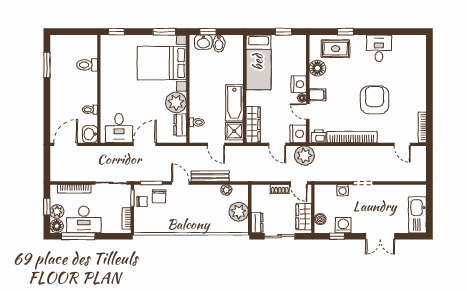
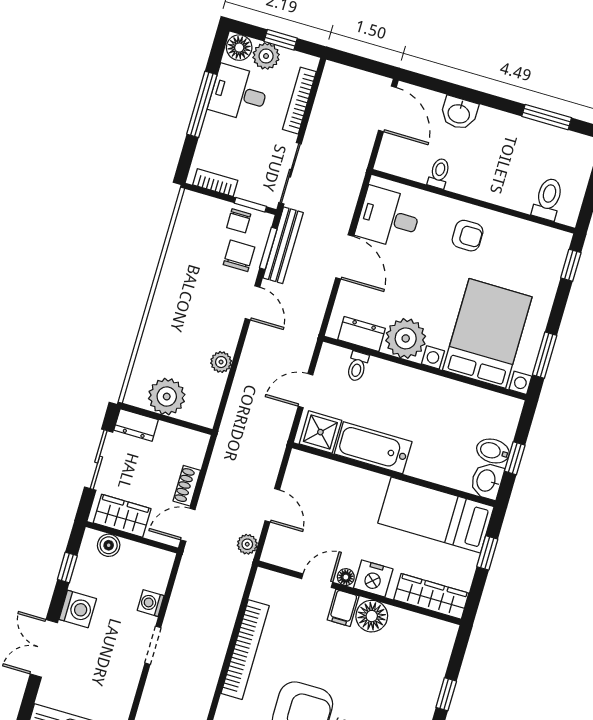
window: (208, 32) -> (515, 458), moved
window: (284, 32) -> (487, 553), moved
washbasin: (203, 42) -> (487, 481), moved
rug: (336, 49) -> (420, 667), removed
toilet: (87, 65) -> (548, 199), moved
floor lamp: (317, 68) -> (372, 616), moved
armchair: (117, 87) -> (468, 236), added
wardrobe: (253, 125) -> (431, 596), moved, turned 180
washbasin: (90, 134) -> (459, 113), moved, turned 180
nightstand: (298, 134) -> (281, 550), removed
printer: (319, 136) -> (265, 588), removed
door: (277, 144) -> (272, 505), swing flipped
plant: (304, 156) -> (247, 544), width x0.53, depth x0.53
bench: (210, 176) -> (283, 245), moved
door: (180, 183) -> (252, 303), hinge flipped
plant: (226, 190) -> (221, 362), moved
chair: (159, 196) -> (239, 256), turned 90
desk: (84, 220) -> (239, 93), width x0.73
washing machine: (343, 225) -> (78, 609), moved
window: (78, 236) -> (202, 104), moved

